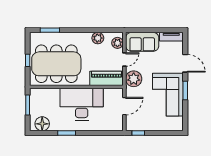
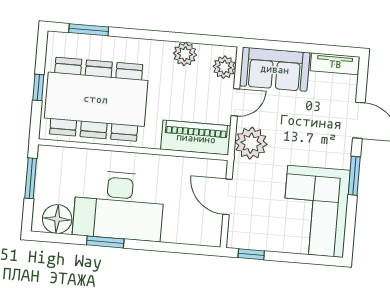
corner sofa: (168, 95) -> (315, 211), moved
desk: (82, 104) -> (119, 206), moved, turned 180
door: (124, 106) -> (227, 197), swing flipped

